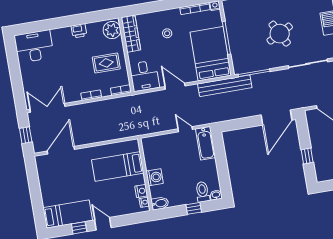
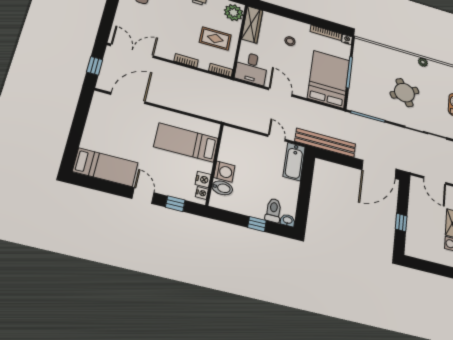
bench: (225, 86) -> (325, 143), moved
bidet: (160, 203) -> (222, 188), moved
window: (79, 228) -> (175, 204), moved

